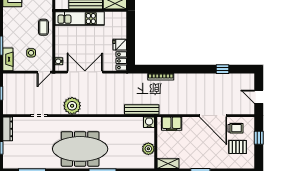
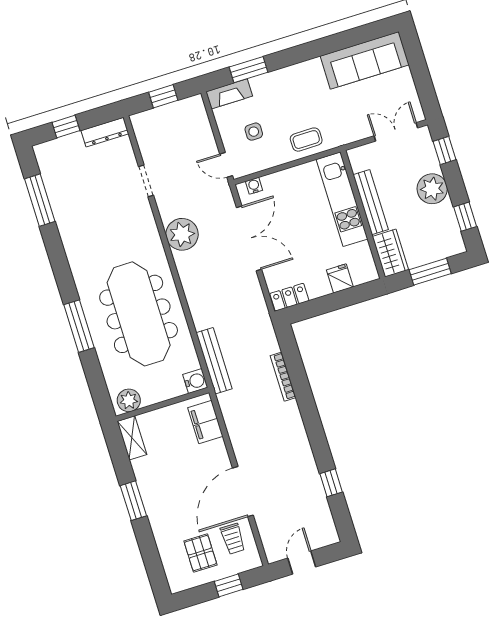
fridge: (120, 45) -> (340, 278), moved
meeting table: (80, 149) -> (139, 314), moved
plant: (148, 149) -> (129, 400), moved

